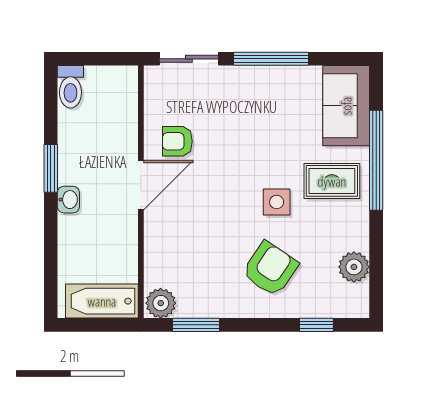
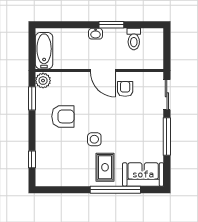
toilet: (70, 87) -> (134, 39), moved, turned -90
plant: (354, 267) -> (61, 178), removed
armchair: (270, 269) -> (63, 116), moved, turned -34

